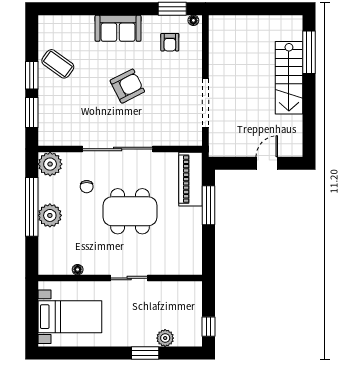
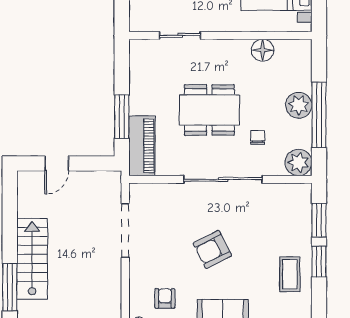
coffee table: (58, 64) -> (290, 274), turned 54
floor lamp: (78, 270) -> (263, 50), width x1.89, depth x1.89
sliding door: (129, 278) -> (180, 35), moved

